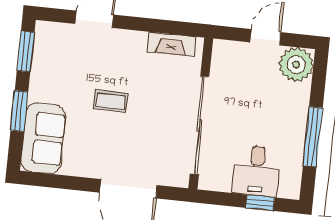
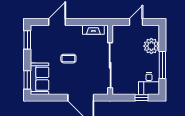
plant: (296, 65) -> (151, 46), moved
window: (19, 111) -> (27, 80), moved
desk: (257, 171) -> (149, 83), moved

